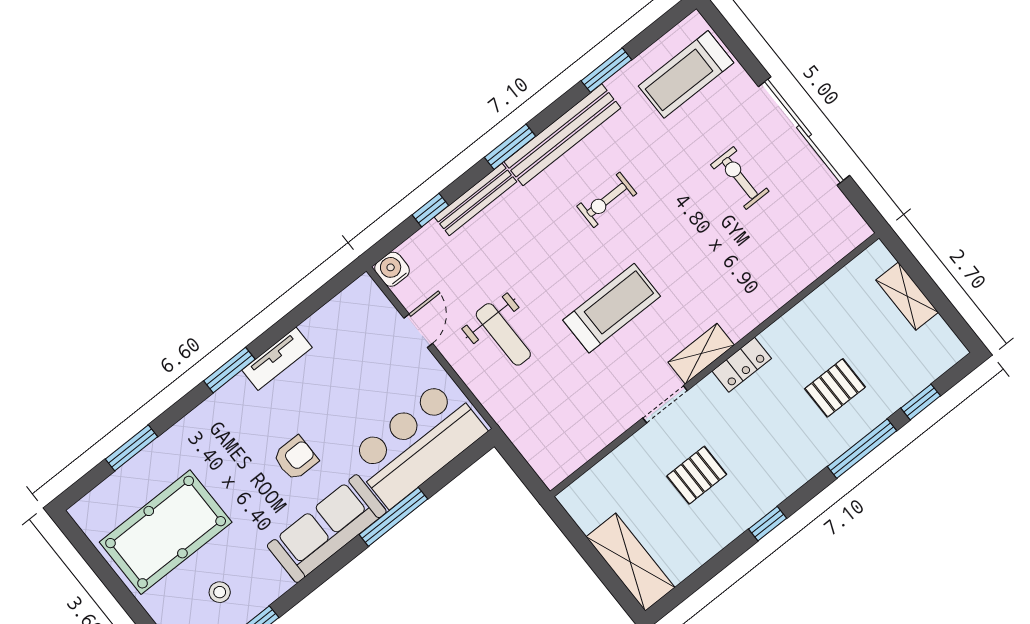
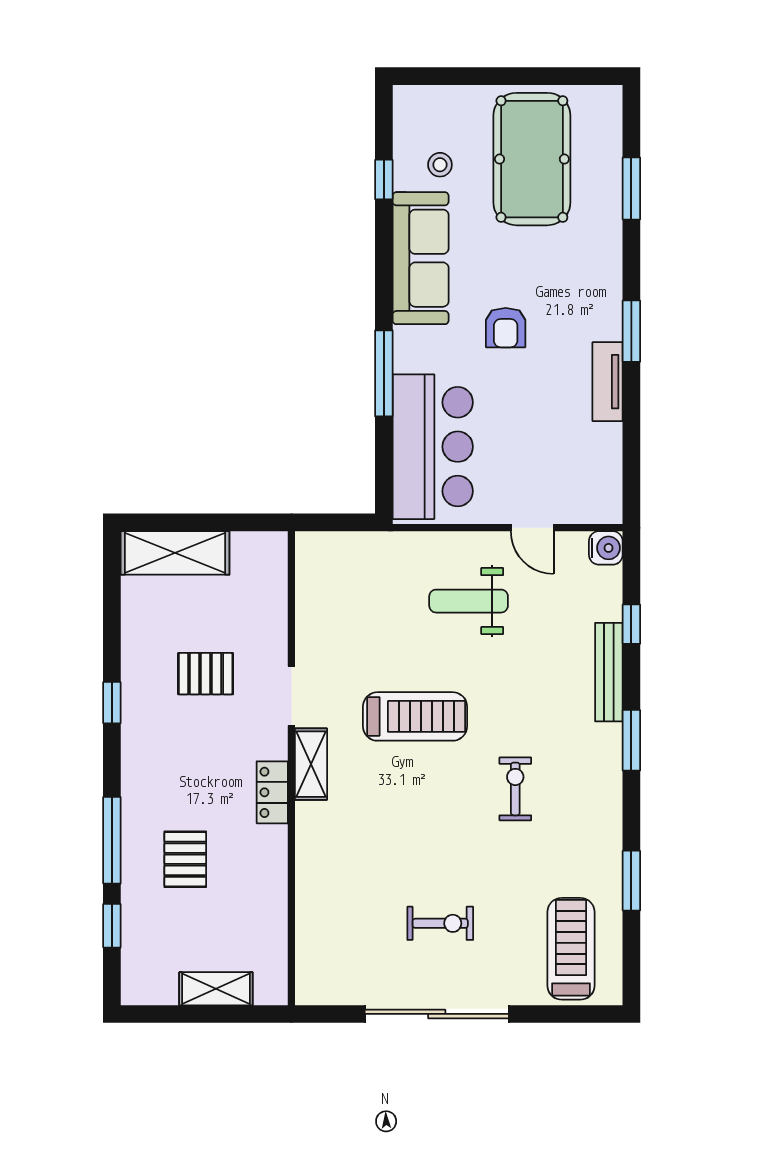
bench: (562, 135) -> (605, 796), removed
treadmill: (612, 308) -> (415, 716), turned -90
pallet: (697, 475) -> (206, 674), turned 90
sofa: (327, 529) -> (421, 258), moved

